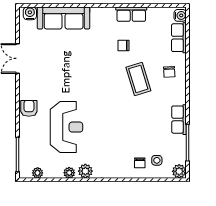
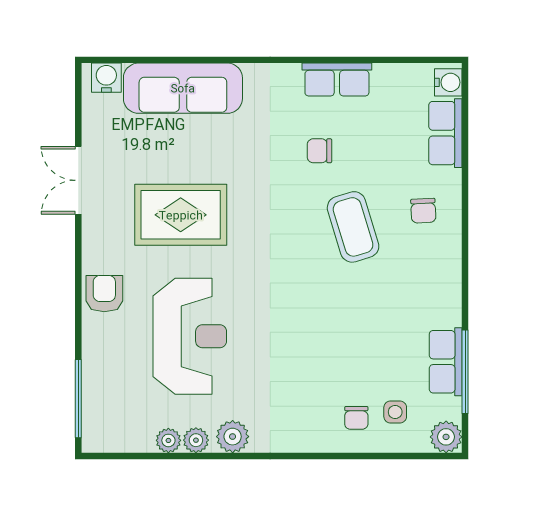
rug: (63, 74) -> (181, 215), added
row of seats: (179, 120) -> (446, 362), moved
plant: (38, 173) -> (168, 440), moved

